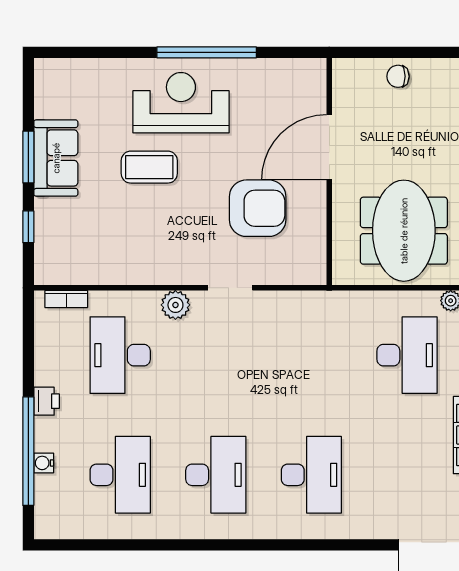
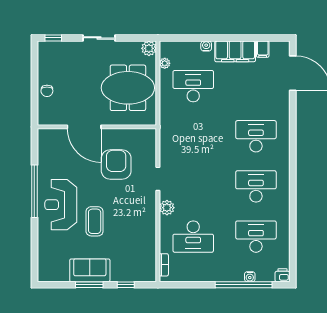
printer: (47, 401) -> (283, 275), moved

